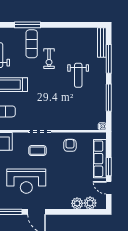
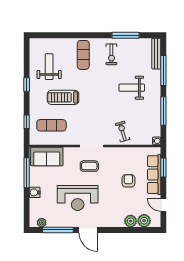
window: (27, 25) -> (125, 35), moved
exercise bike: (49, 59) -> (111, 54), moved
weight bench: (78, 75) -> (132, 88), turned 90
exercise bike: (69, 117) -> (123, 132), added
armchair: (70, 145) -> (128, 181), moved
window: (109, 167) -> (163, 167), moved

